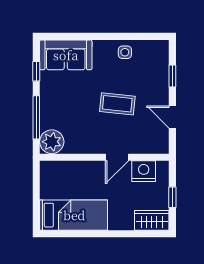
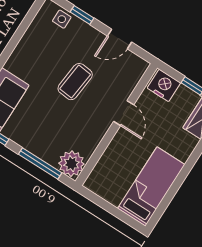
side table: (125, 52) -> (62, 19), moved
nightstand: (144, 171) -> (164, 85), moved, turned 90

